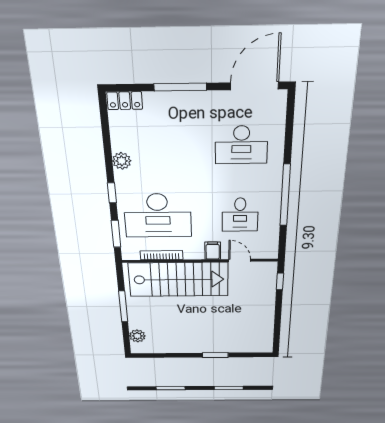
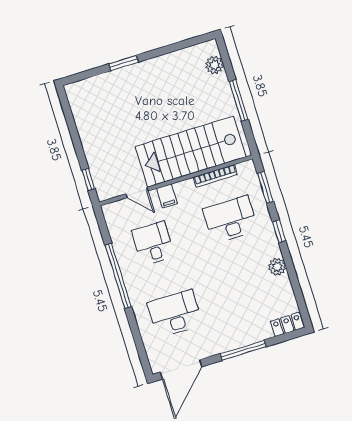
desk: (158, 216) -> (230, 220), width x0.73, depth x0.77

